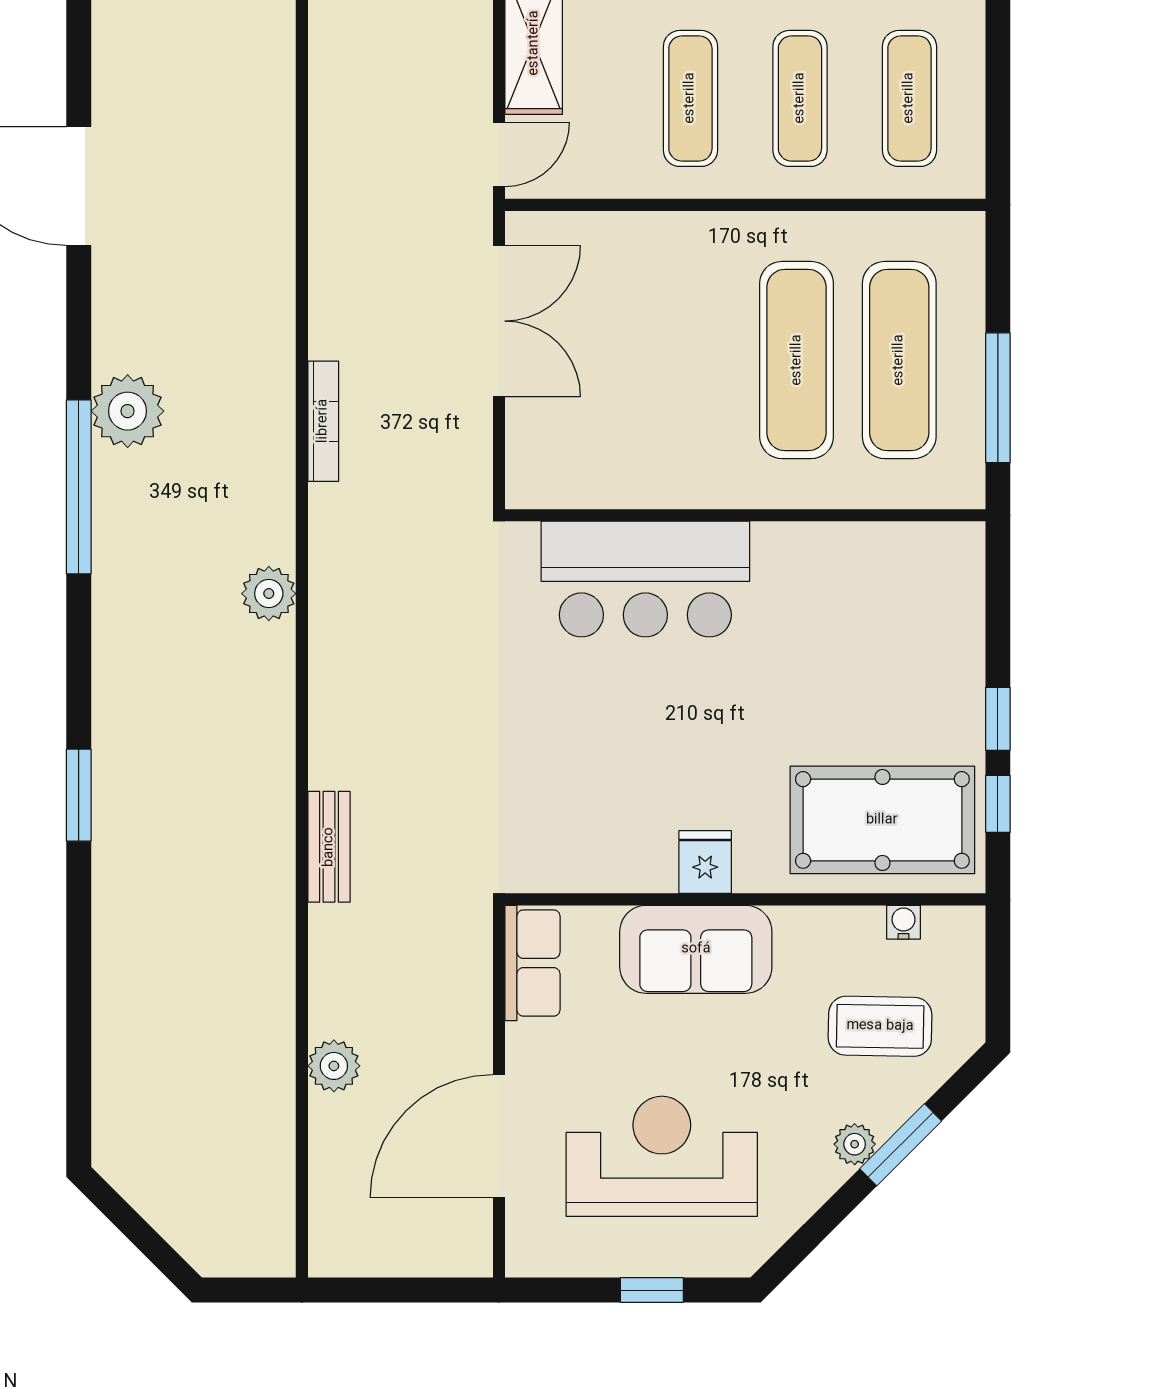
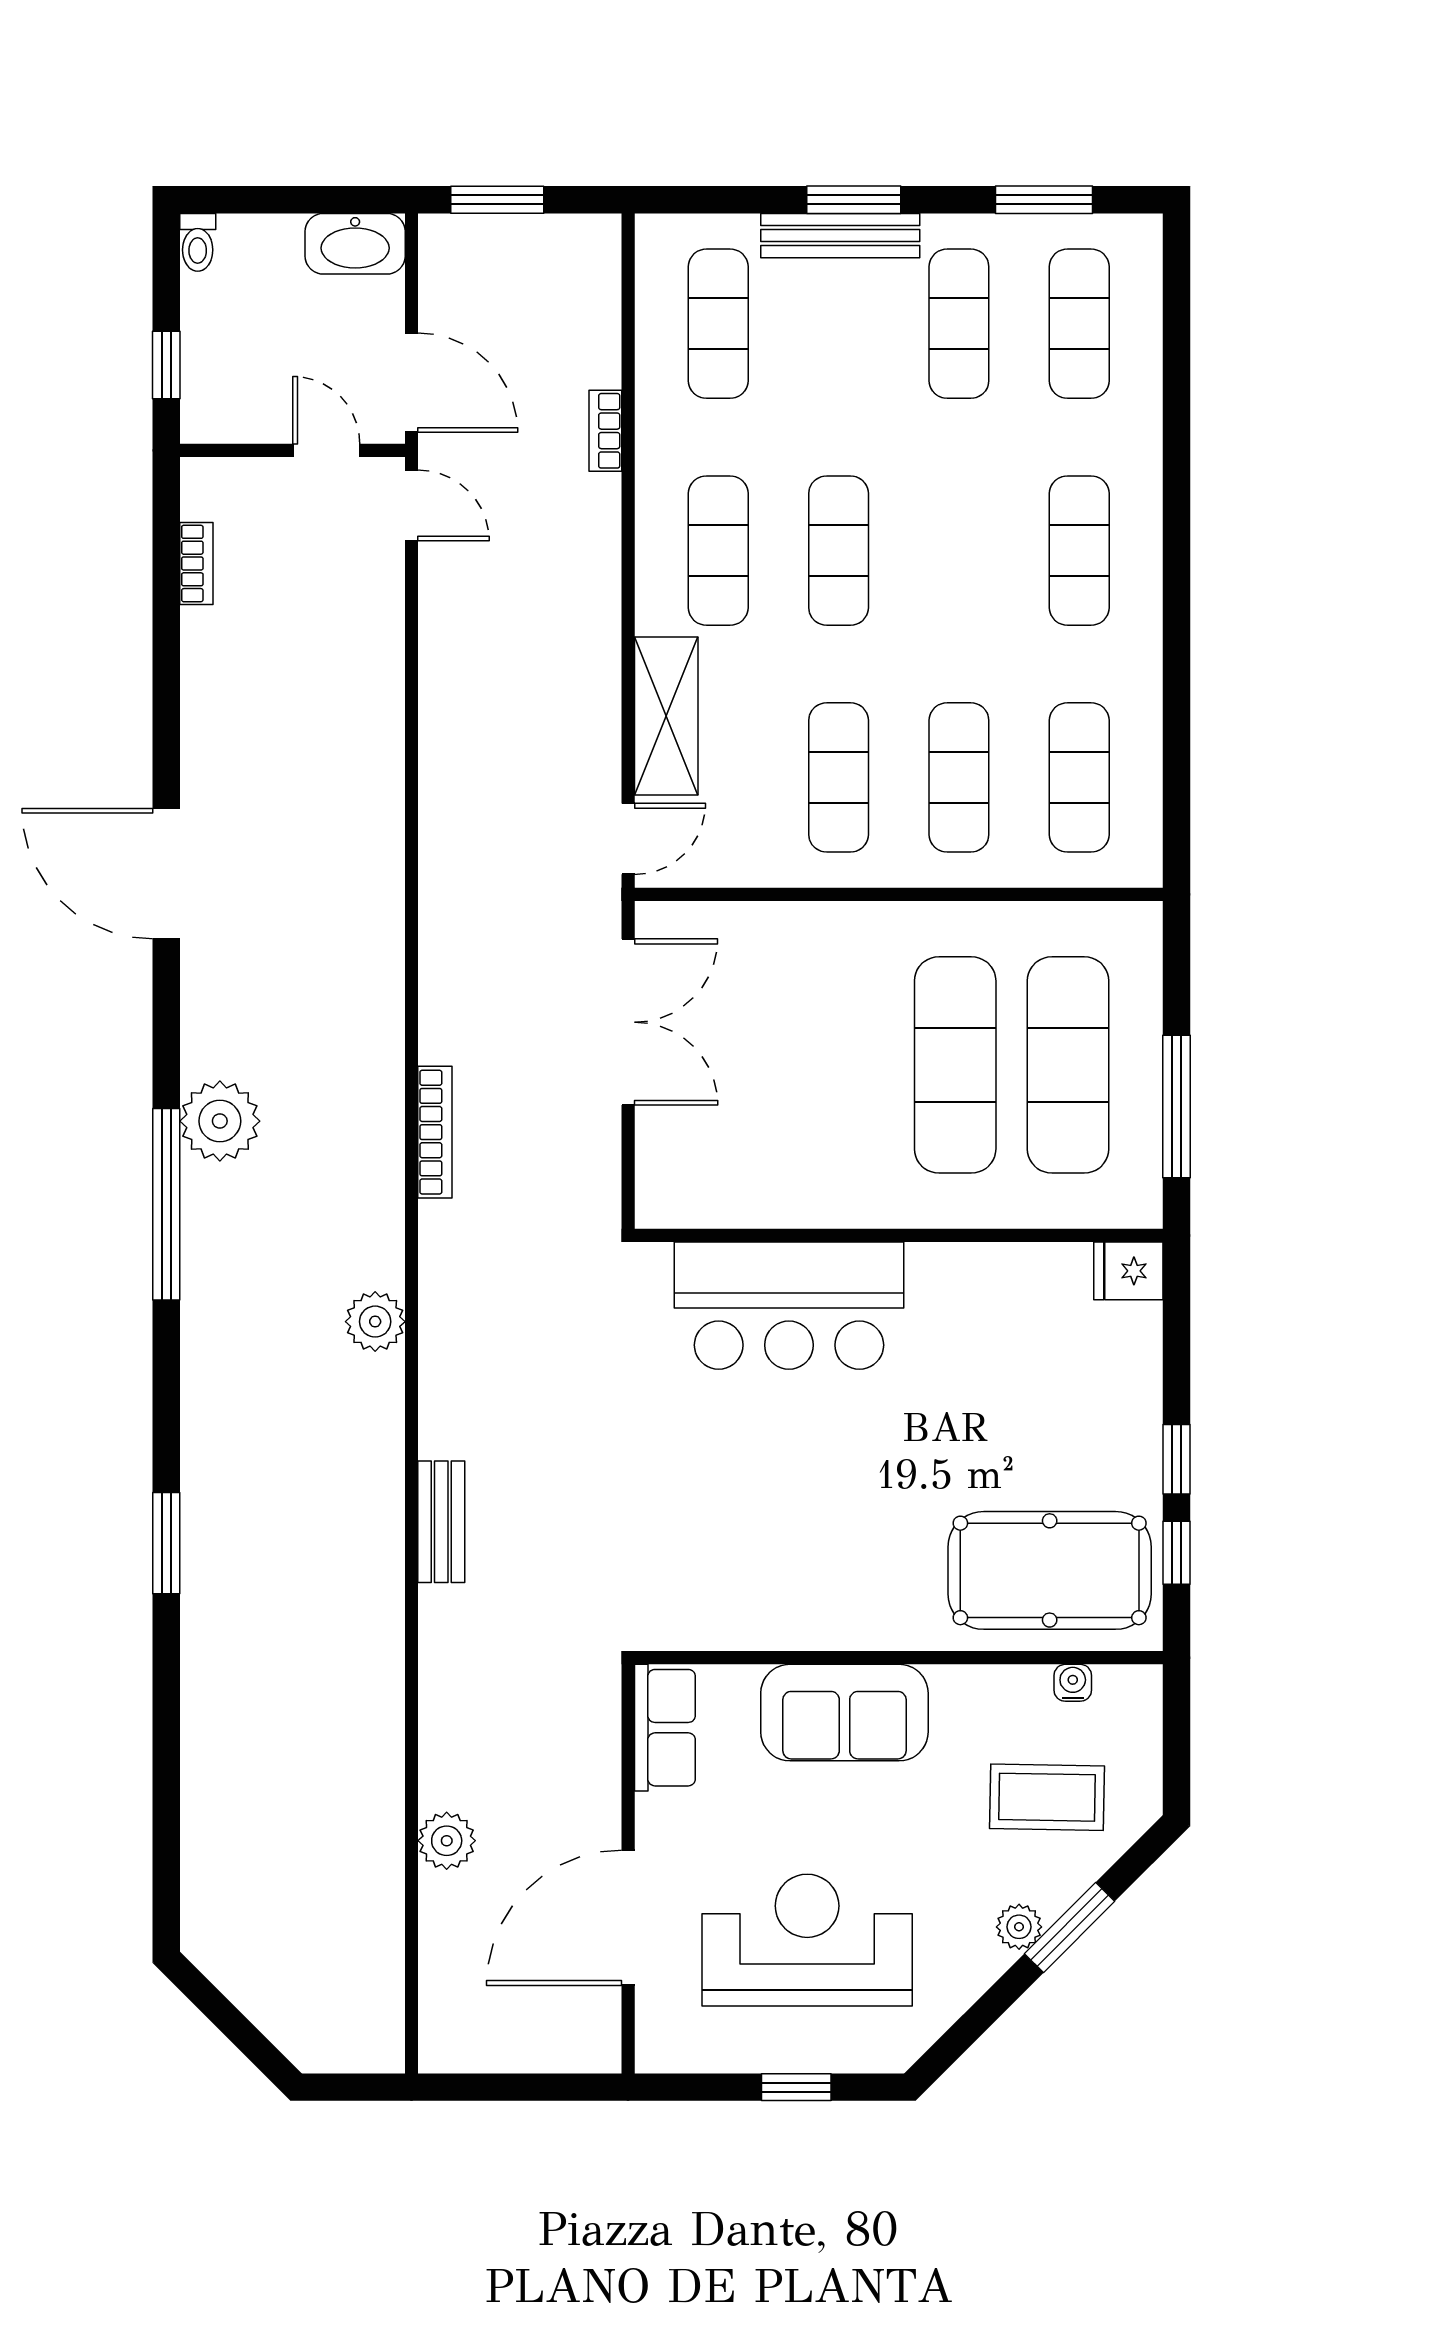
bench: (329, 847) -> (441, 1522), moved
fridge: (705, 862) -> (1128, 1271), moved, turned -90

